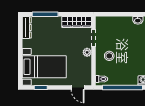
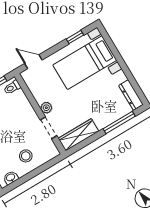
stool: (109, 56) -> (26, 156), moved

